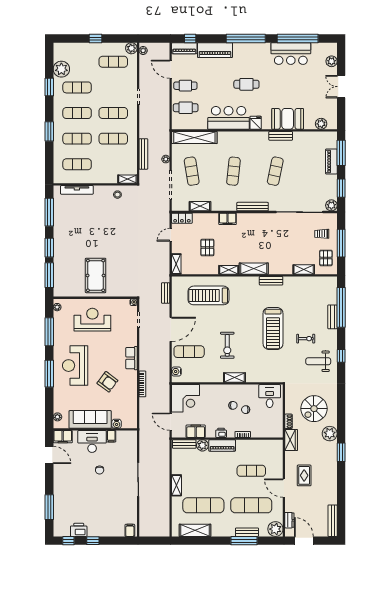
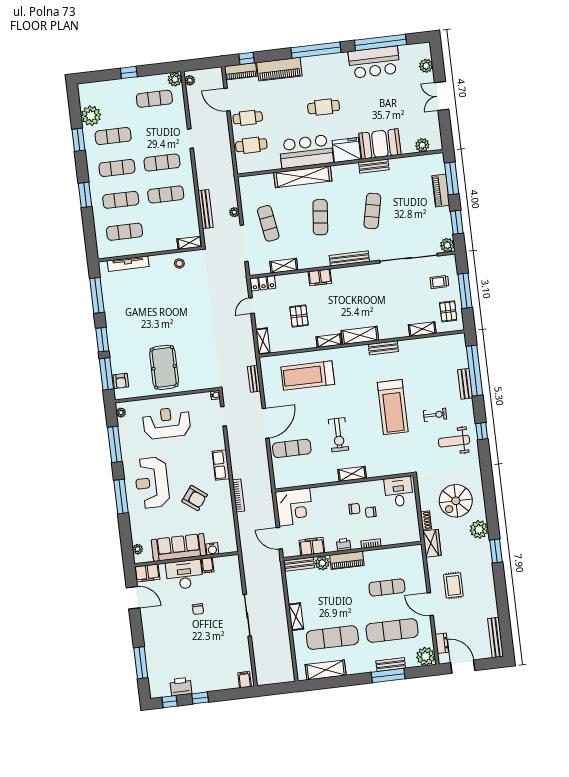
fridge: (256, 123) -> (346, 150), width x1.88, depth x1.34
shelving: (194, 138) -> (303, 177), moved
armchair: (60, 282) -> (121, 381), added
water cooler: (176, 372) -> (279, 475), removed

